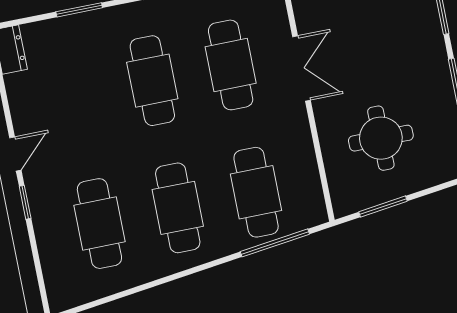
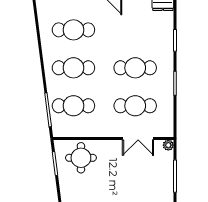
double door: (301, 68) -> (138, 138), moved
round table: (381, 138) -> (81, 158), moved

